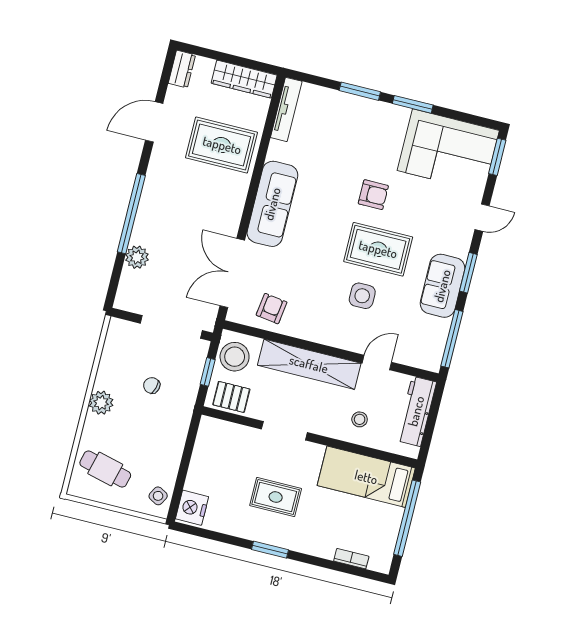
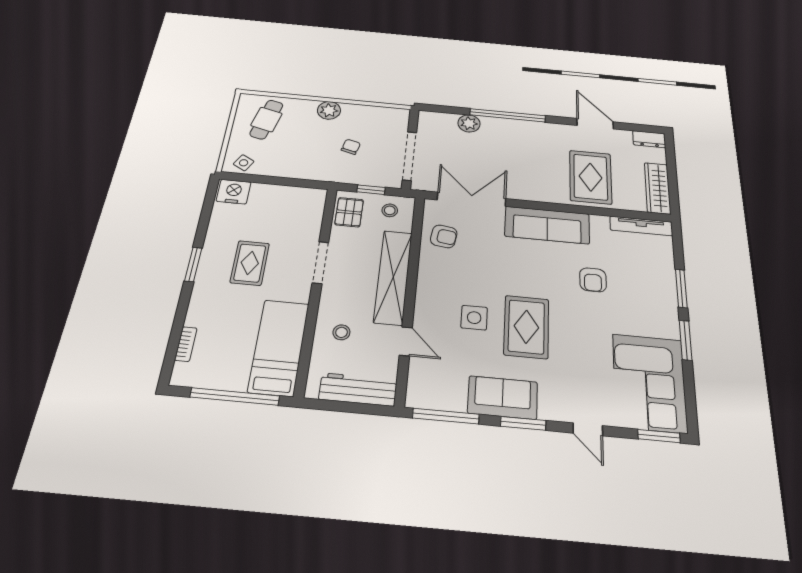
armchair: (373, 195) -> (593, 280), moved
stool: (235, 357) -> (390, 210), width x0.53, depth x0.53

